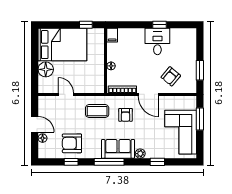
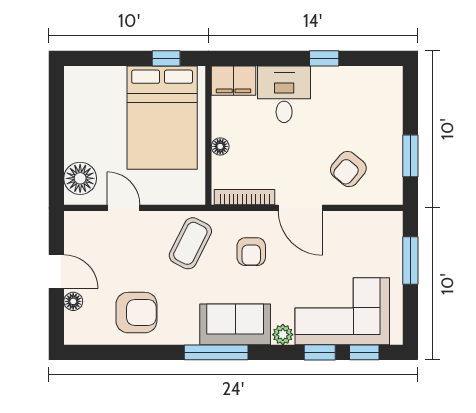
filing cabinet: (112, 35) -> (234, 81), width x2.00
desk: (157, 42) -> (284, 94), moved
bed: (62, 45) -> (162, 118), moved, turned 90
floor lamp: (46, 69) -> (80, 178), moved
coffee table: (97, 111) -> (190, 243), turned -63
corner sofa: (181, 132) -> (342, 311), moved, turned 90
armchair: (72, 143) -> (136, 313), turned 180
window: (71, 162) -> (364, 352), moved

